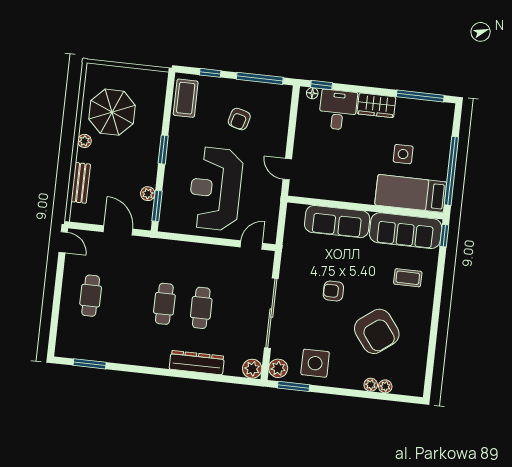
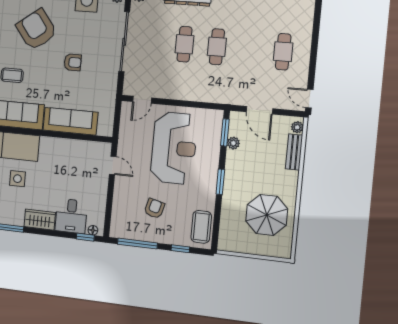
plant: (84, 141) -> (297, 127), moved

